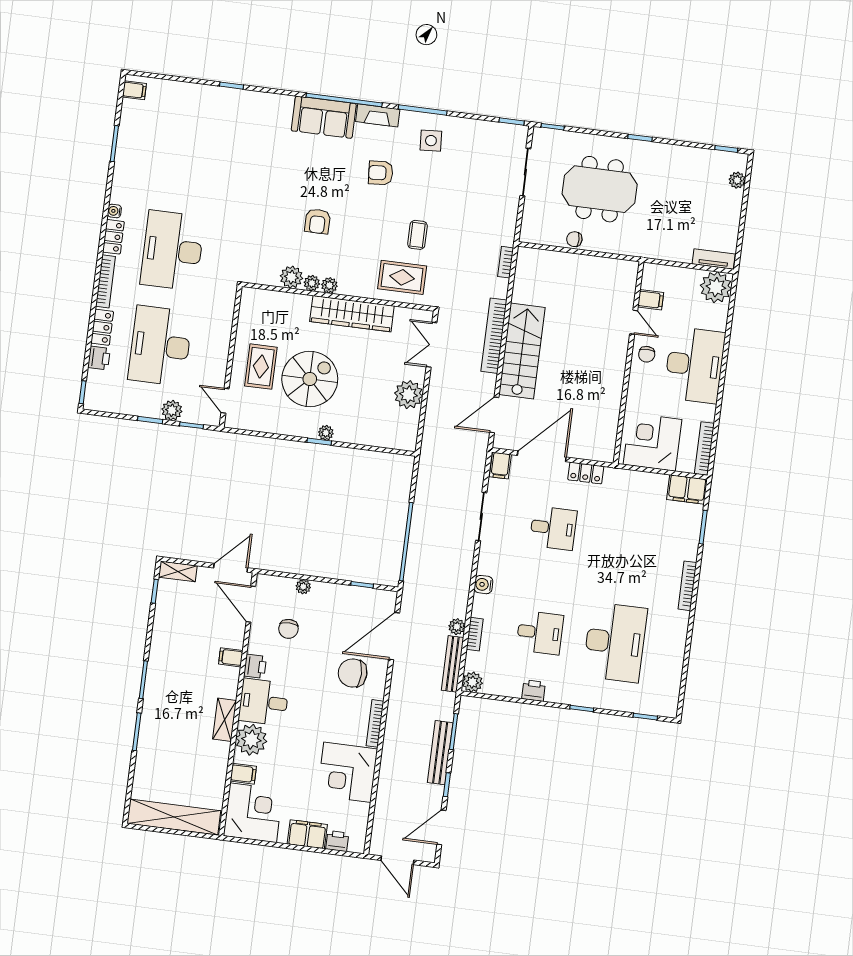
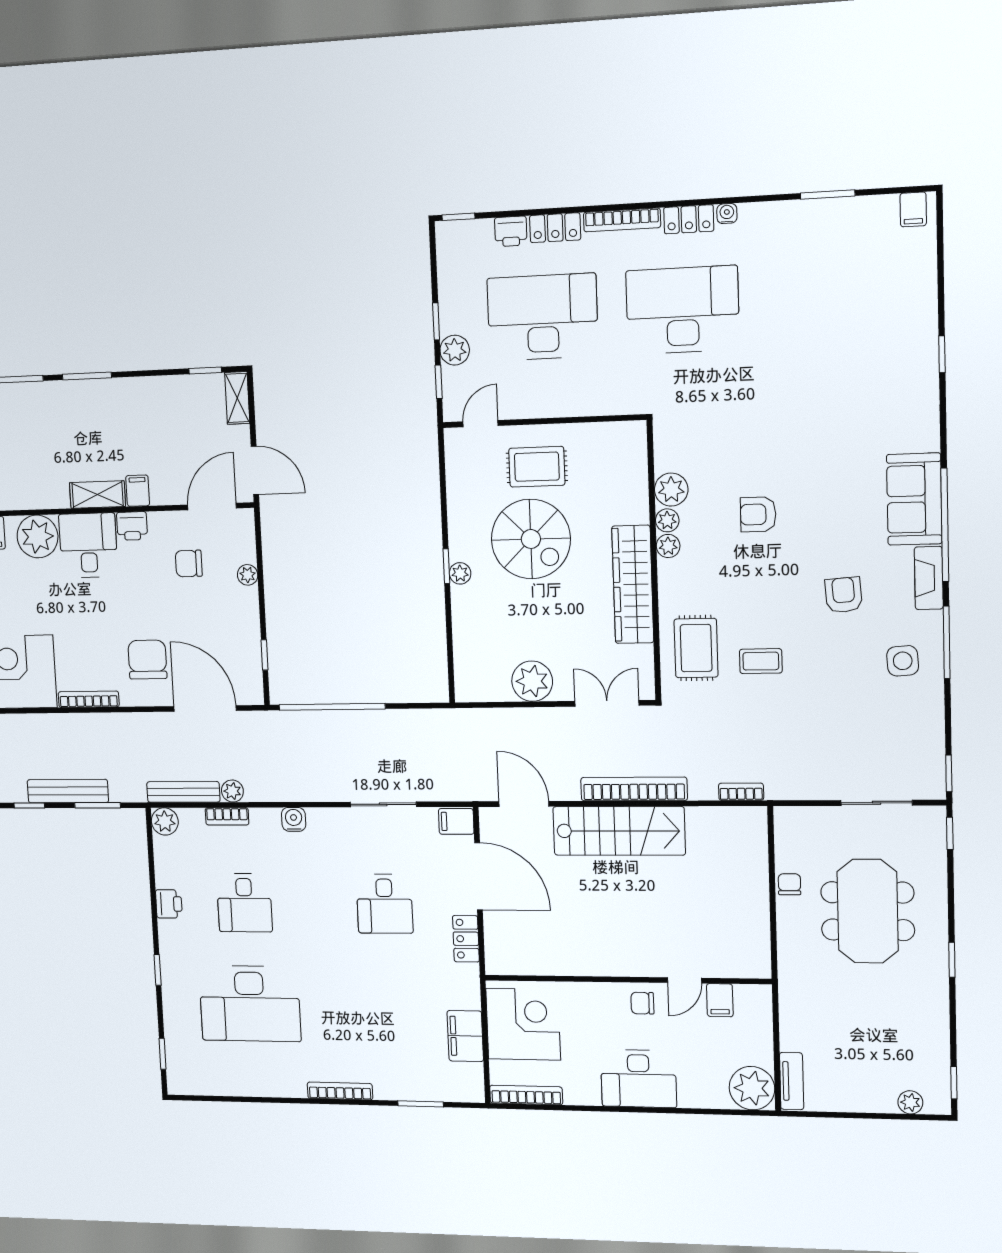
desk: (695, 365) -> (639, 1079), width x0.73, depth x0.77
filing cabinet: (687, 489) -> (465, 1036), moved
shelving: (224, 720) -> (97, 495), moved

